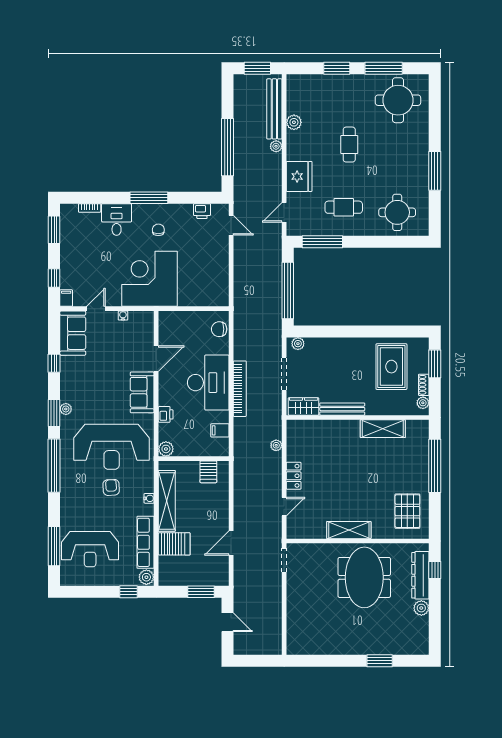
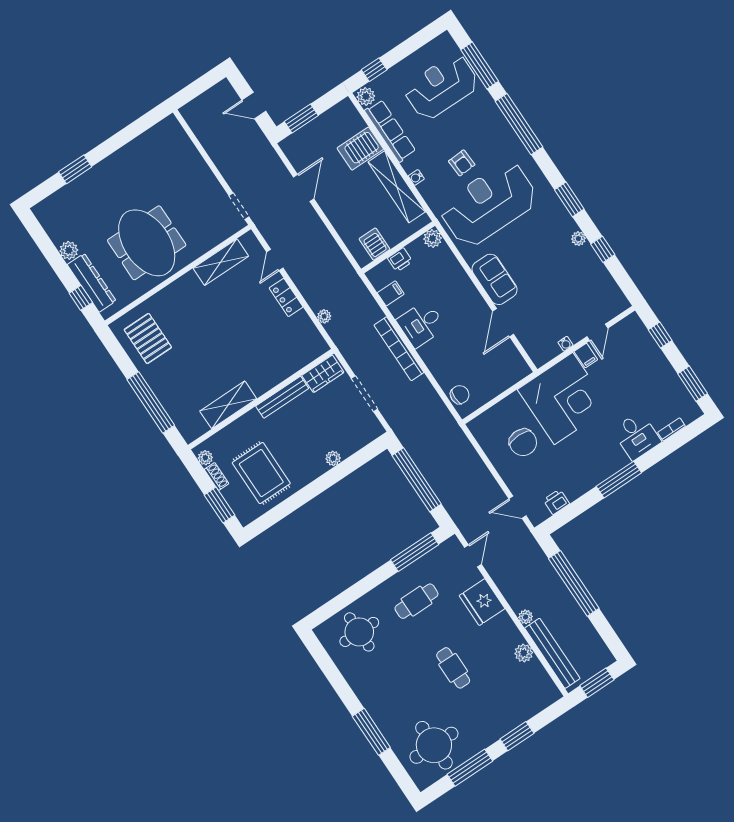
window: (435, 171) -> (371, 732), moved
chair: (158, 230) -> (523, 442), moved, width x1.87, depth x1.87
filing cabinet: (66, 298) -> (586, 355), moved
sofa: (73, 333) -> (604, 292), removed
plant: (298, 344) -> (333, 458), moved
desk: (208, 383) -> (421, 324), width x0.53, depth x0.77
plant: (66, 409) -> (578, 239), moved
printer: (166, 414) -> (400, 260), moved, turned -90
window: (54, 466) -> (519, 124), moved
shelving: (349, 530) -> (221, 262), moved

